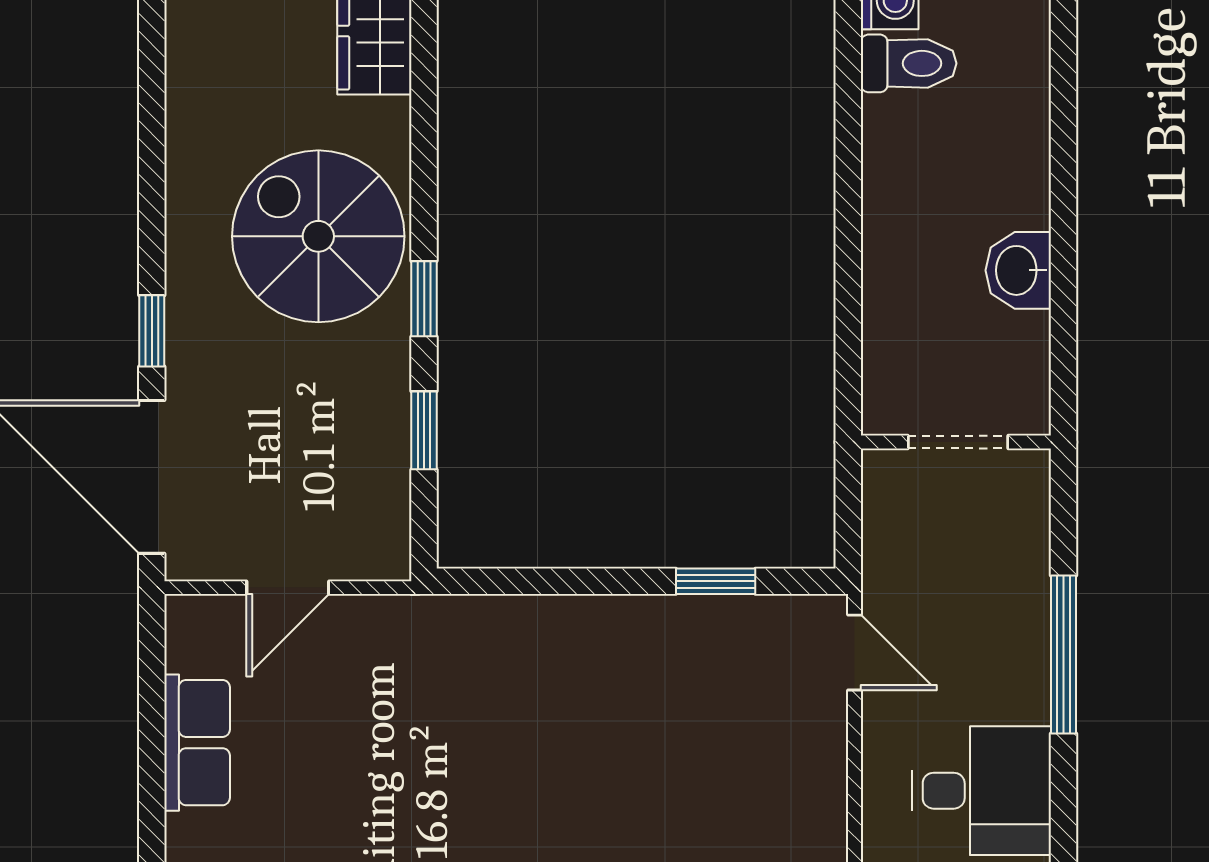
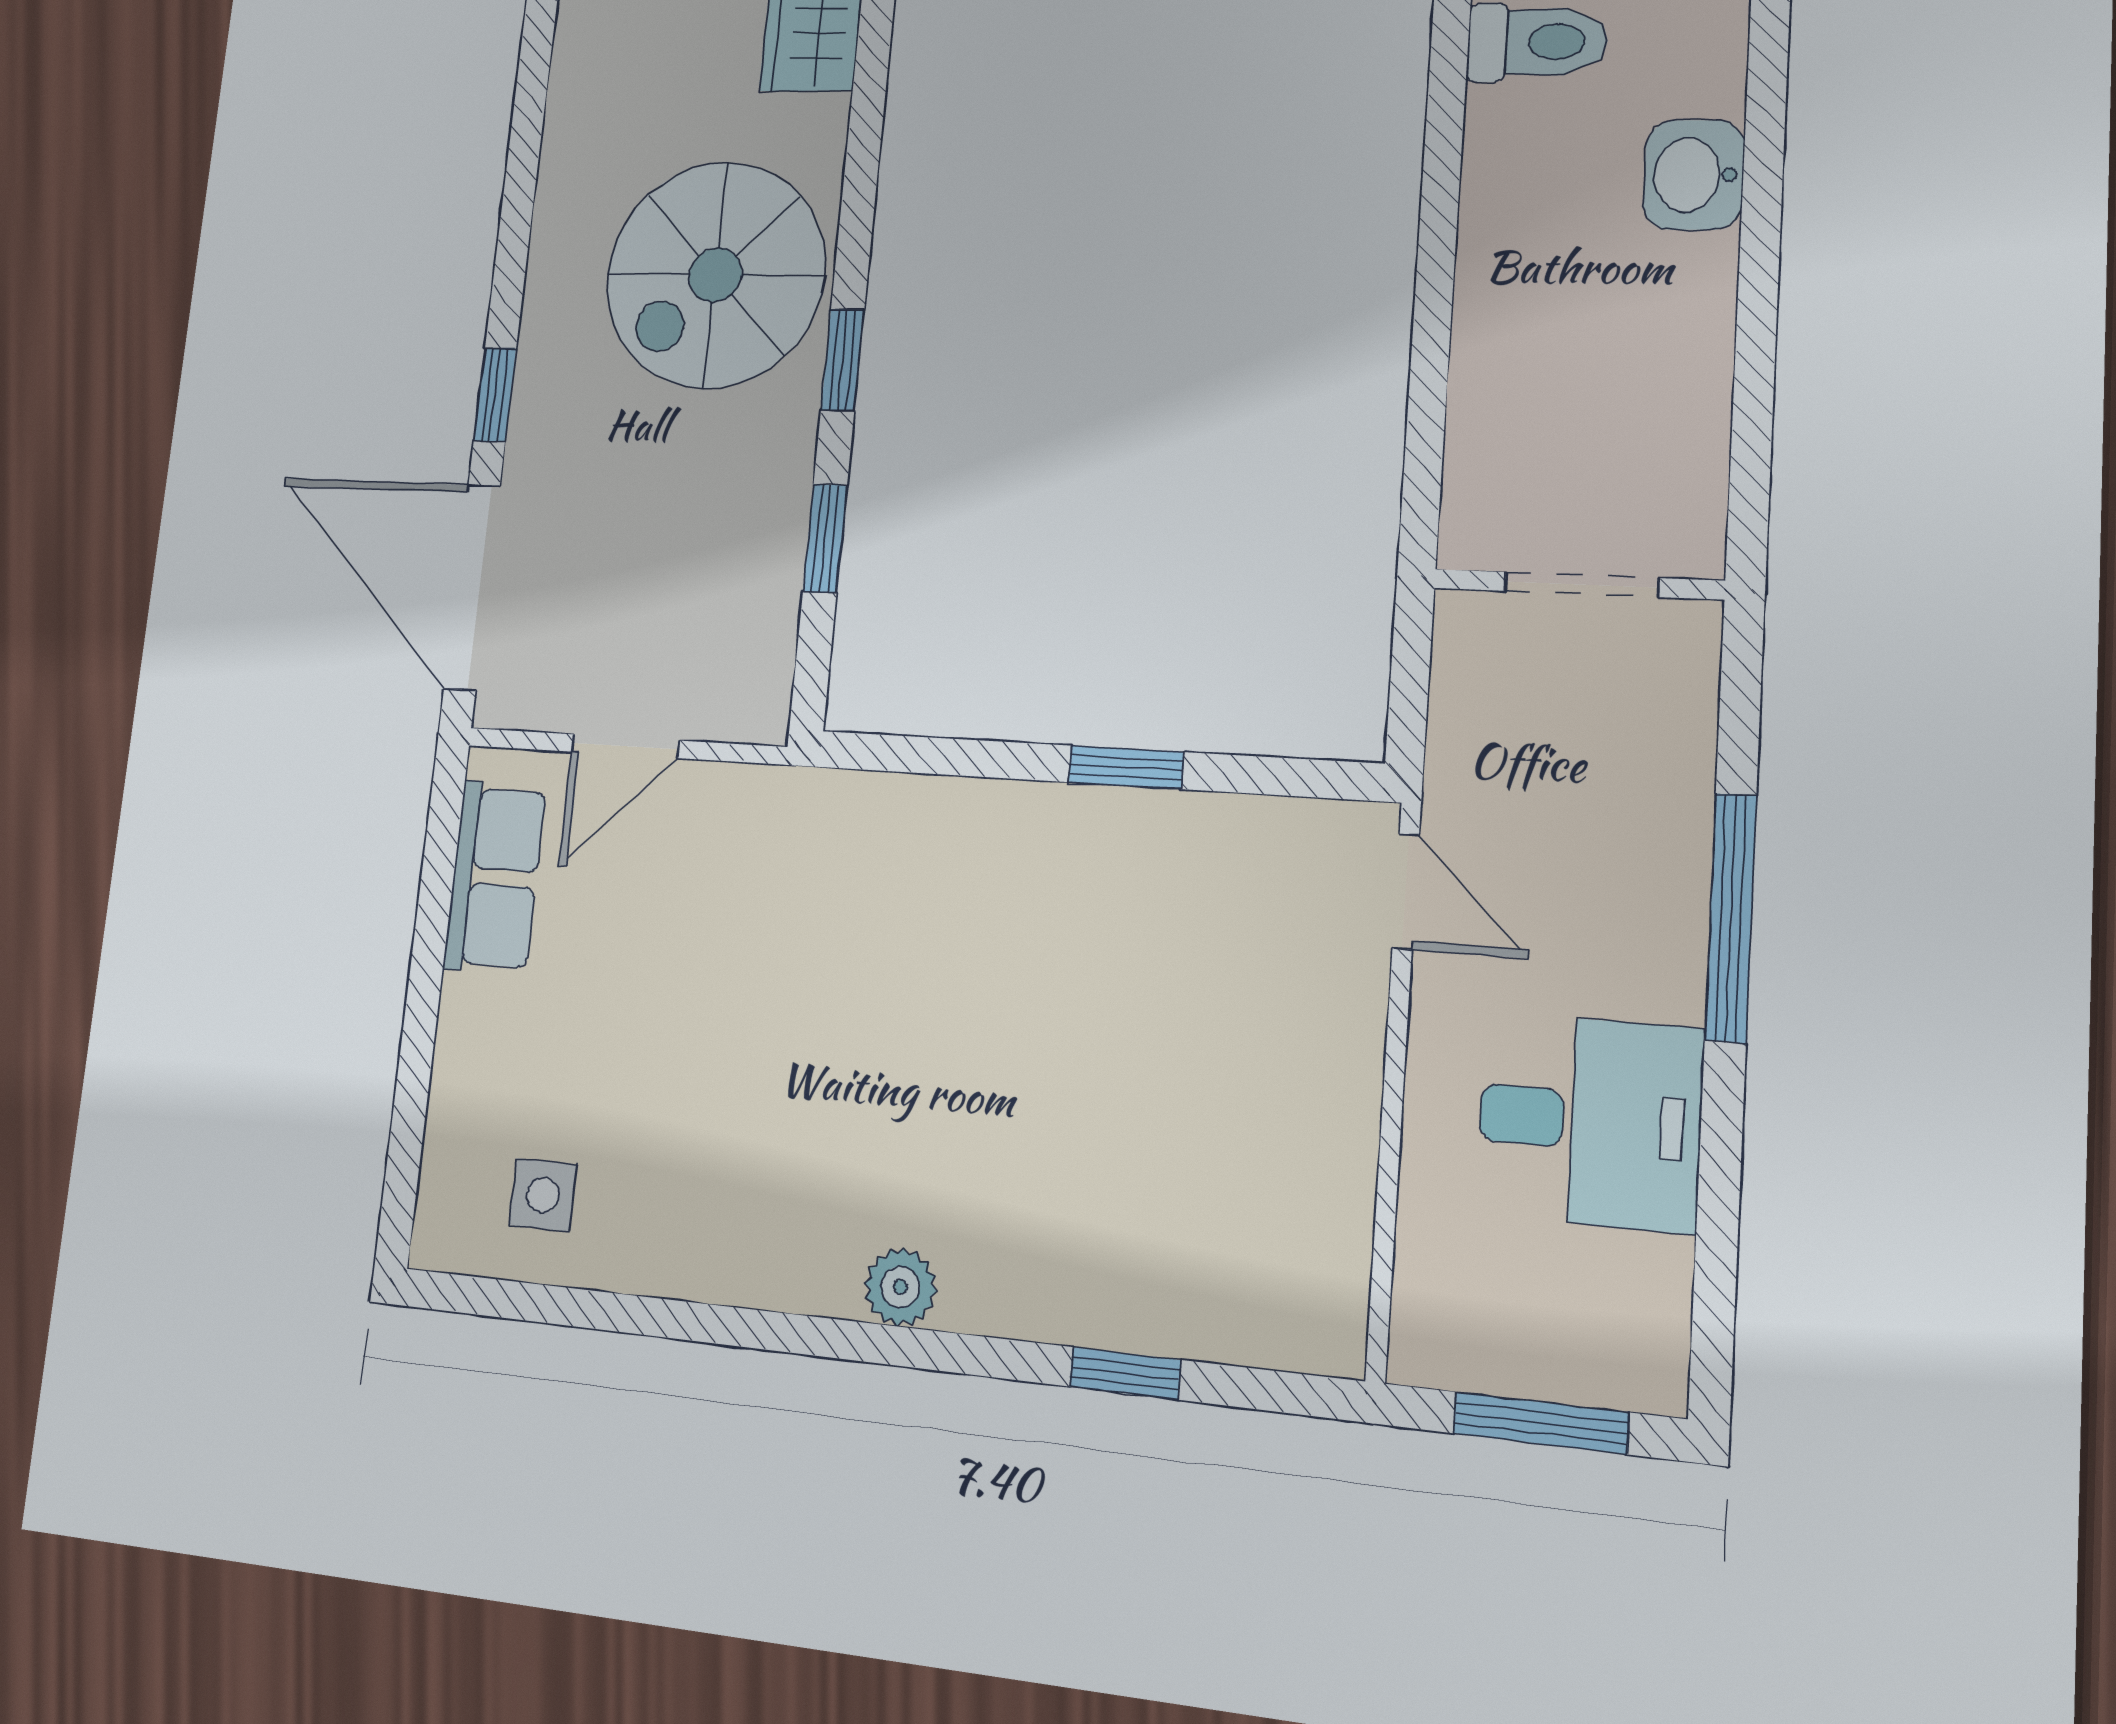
spiral stairs: (318, 236) -> (715, 275), turned -90
washbasin: (1018, 270) -> (1694, 175), moved
window: (716, 581) -> (1126, 767), moved
row of seats: (197, 743) -> (495, 877), moved

